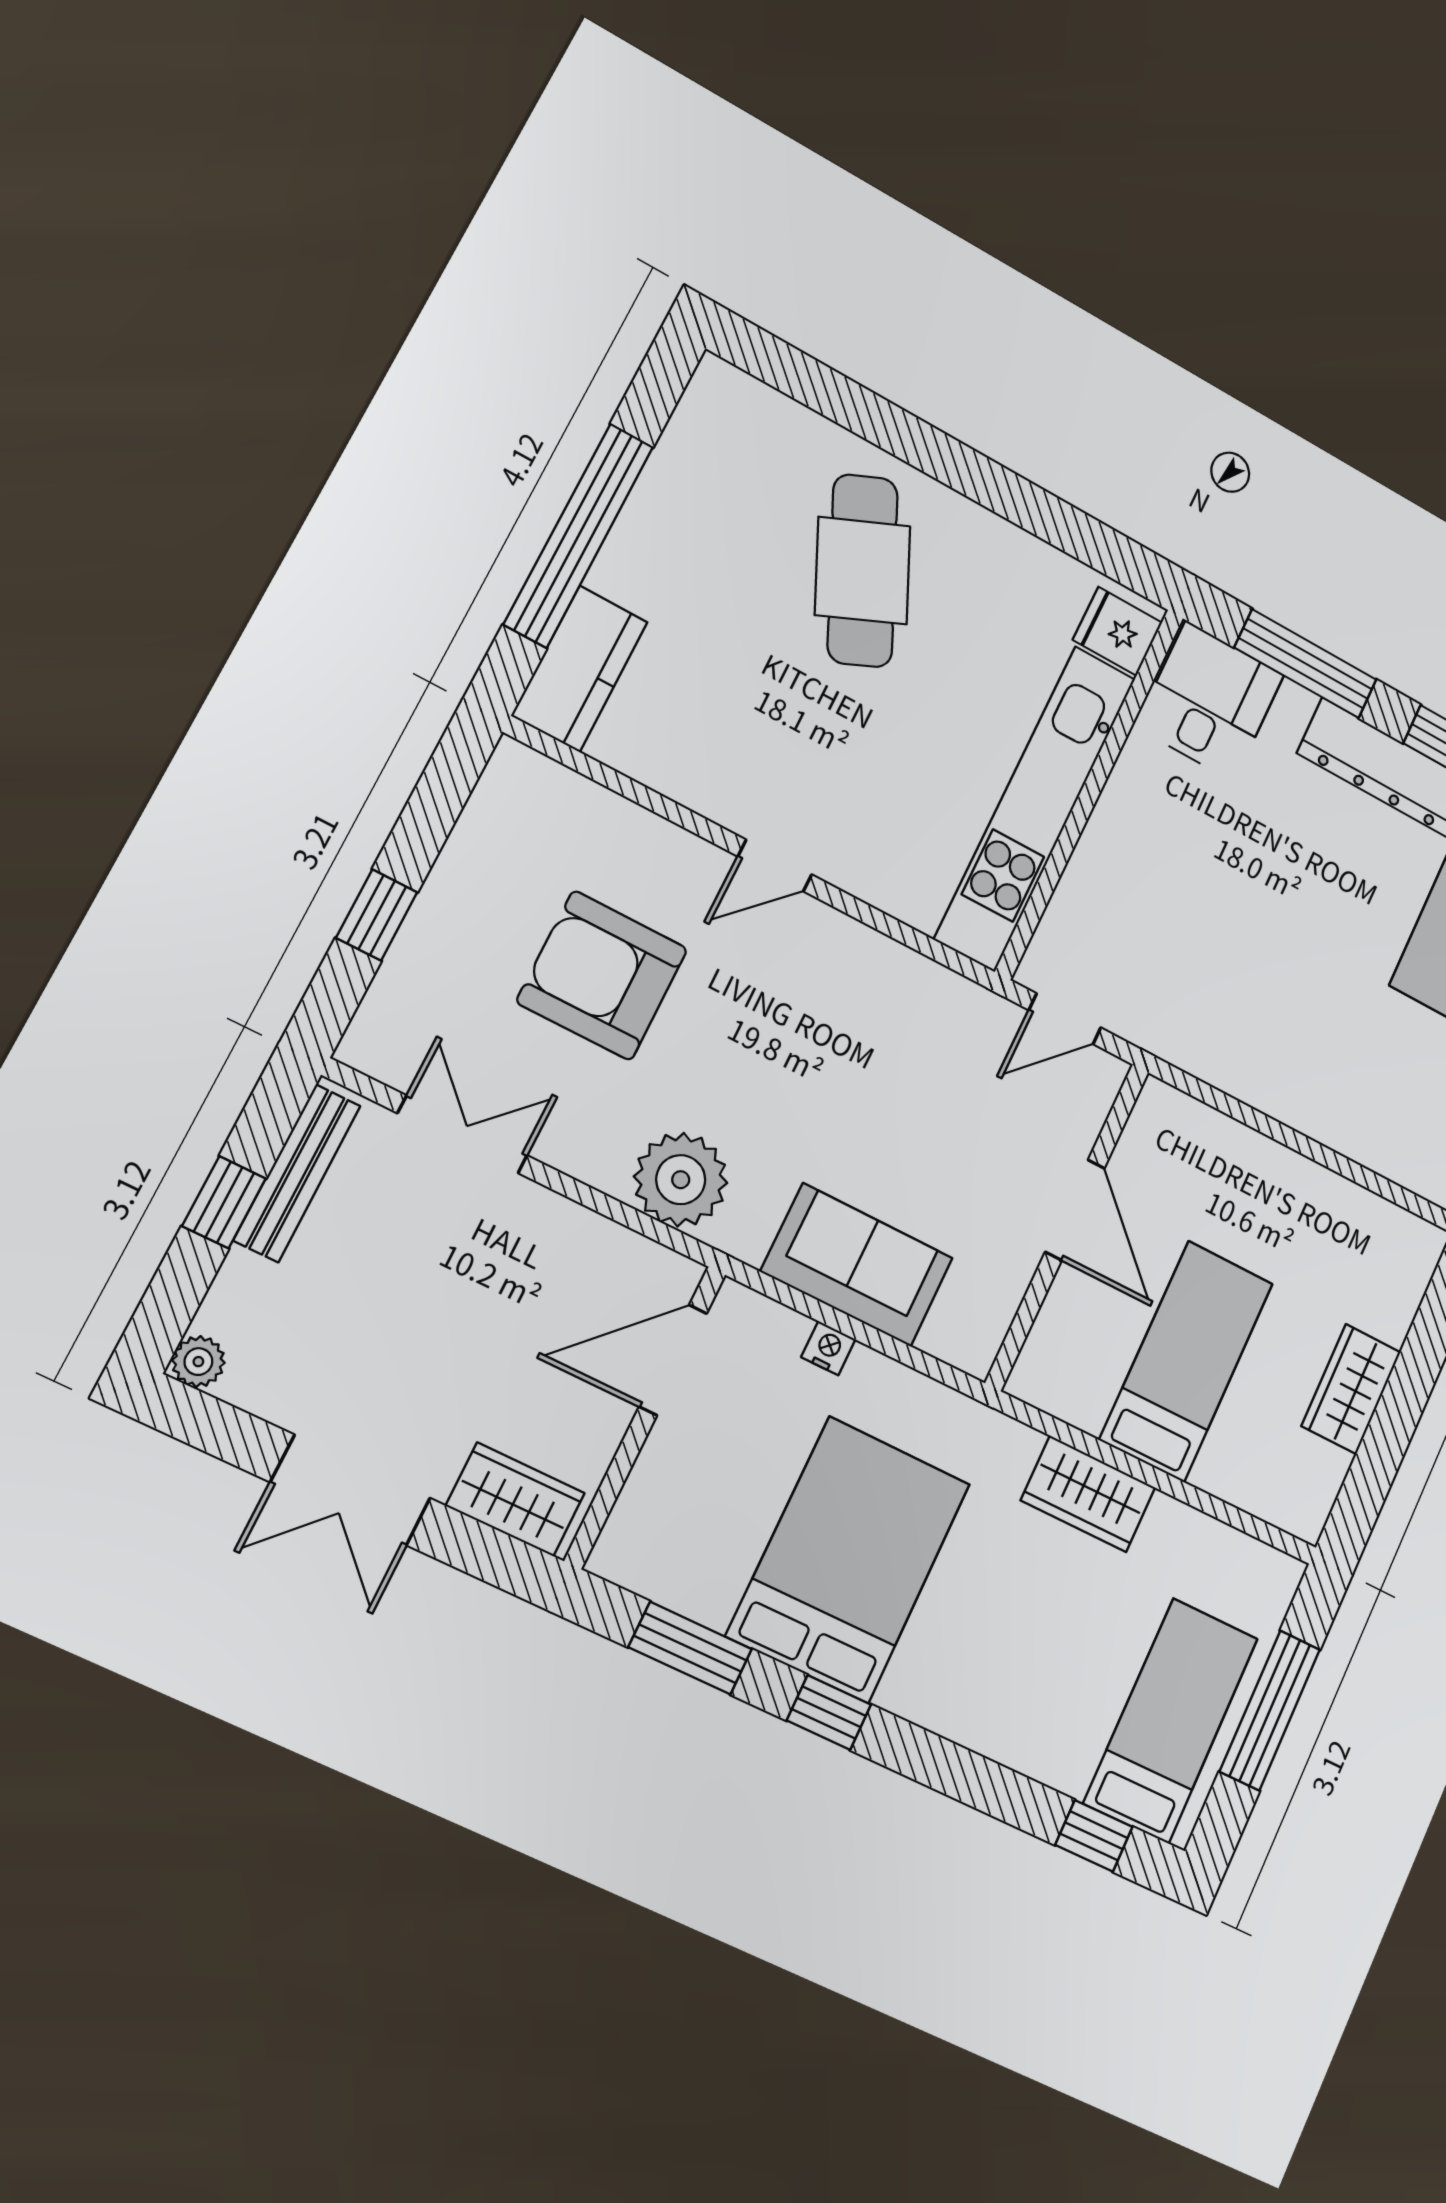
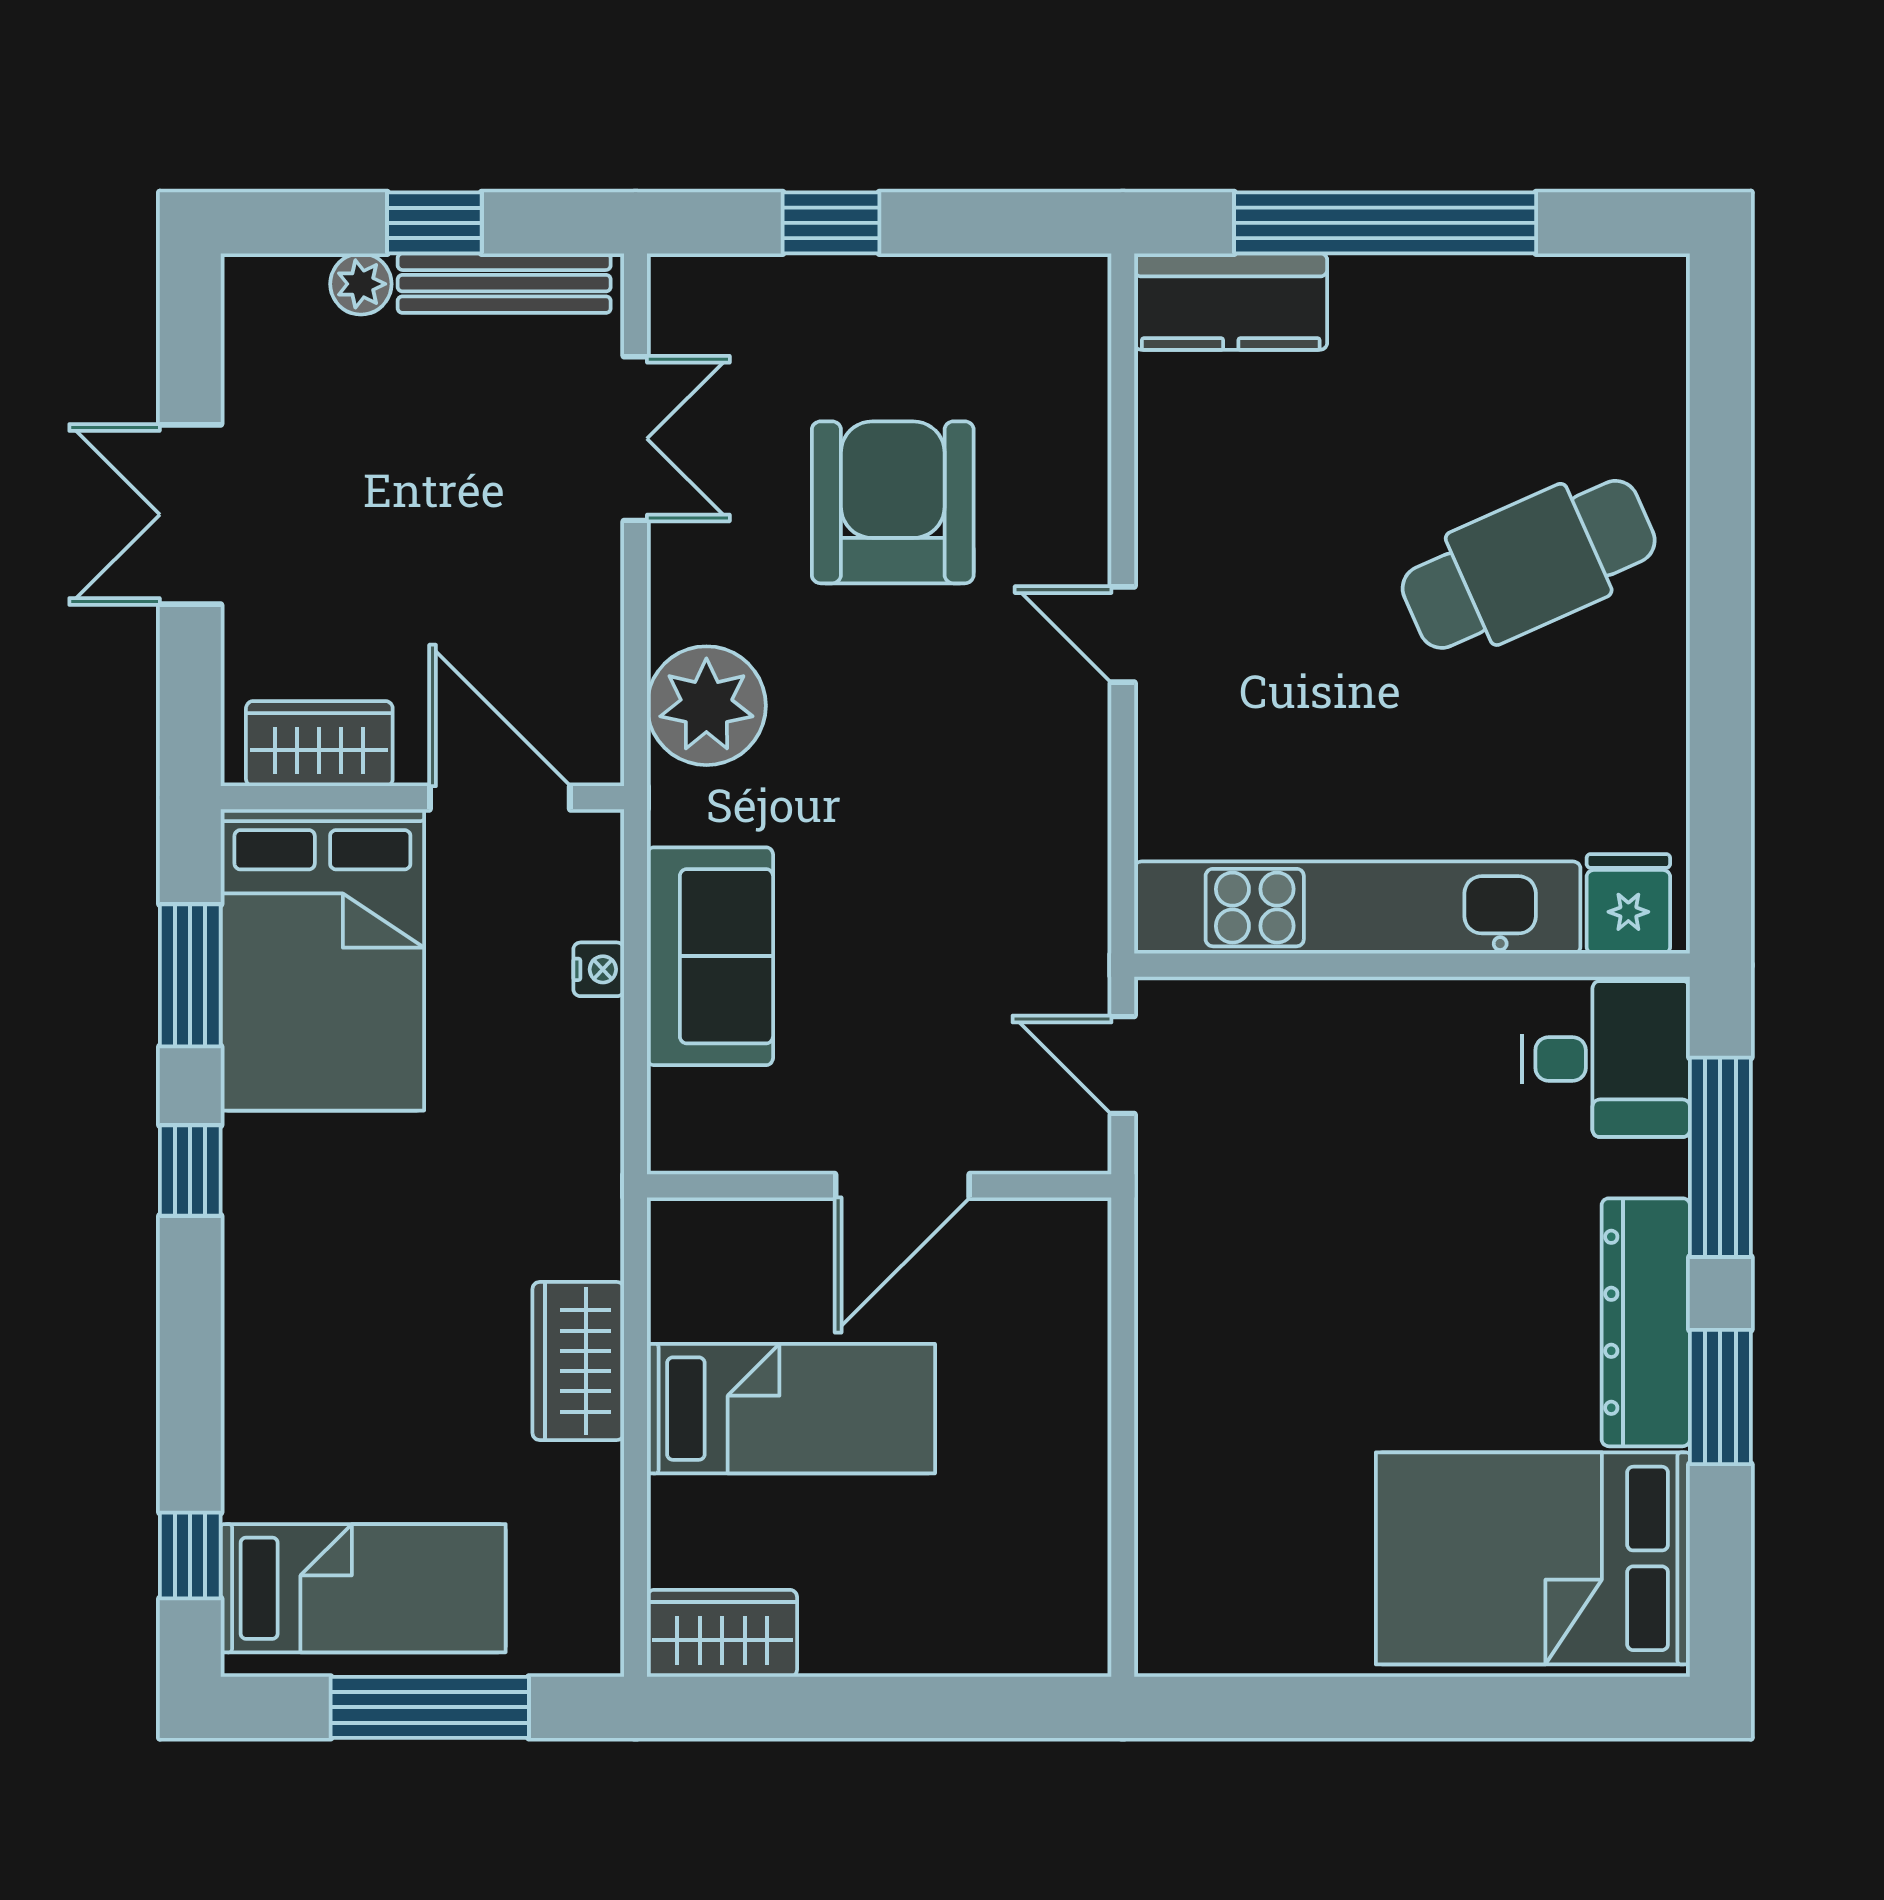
plant: (198, 1362) -> (361, 284), moved
wardrobe: (1351, 1389) -> (722, 1633), moved
wardrobe: (515, 1499) -> (319, 744), moved, turned -90
bed: (849, 1559) -> (322, 960), moved, turned 90

